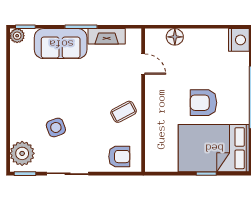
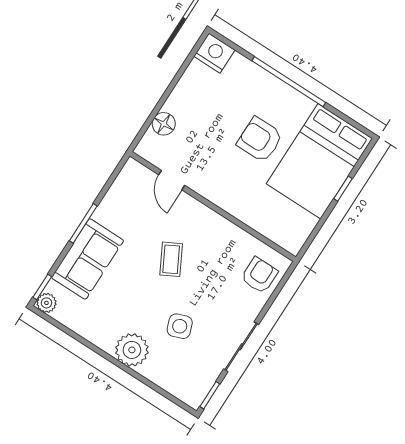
fireplace: (107, 36) -> (113, 201), removed
door: (143, 64) -> (172, 180), swing flipped
armchair: (203, 103) -> (260, 140), turned 90
coffee table: (124, 112) -> (171, 259), moved
plant: (22, 153) -> (132, 350), moved

